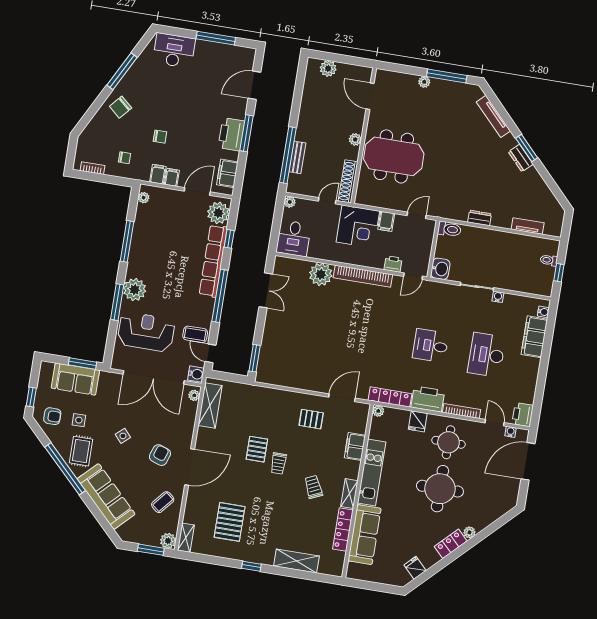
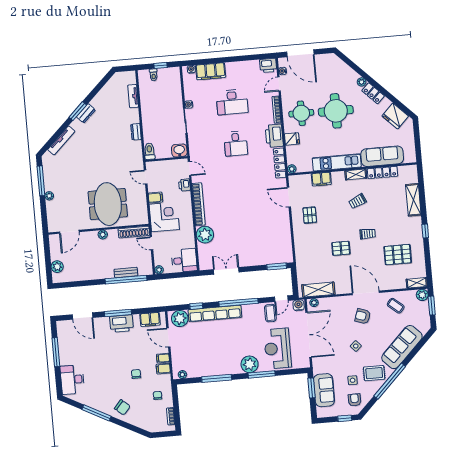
trolley: (278, 463) -> (367, 234), moved
fridge: (415, 568) -> (395, 116), width x1.88, depth x1.34

